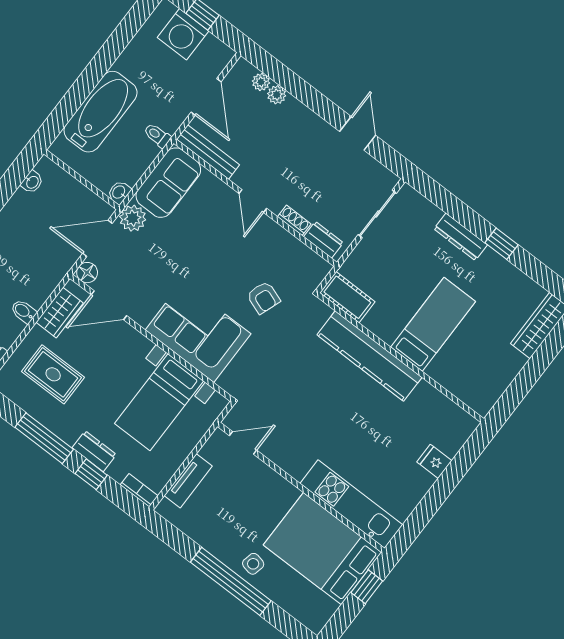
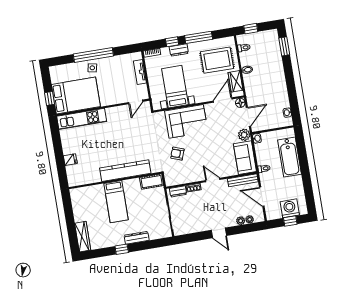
door: (358, 133) -> (219, 233), moved
rug: (53, 374) -> (217, 60), width x1.36, depth x1.43

